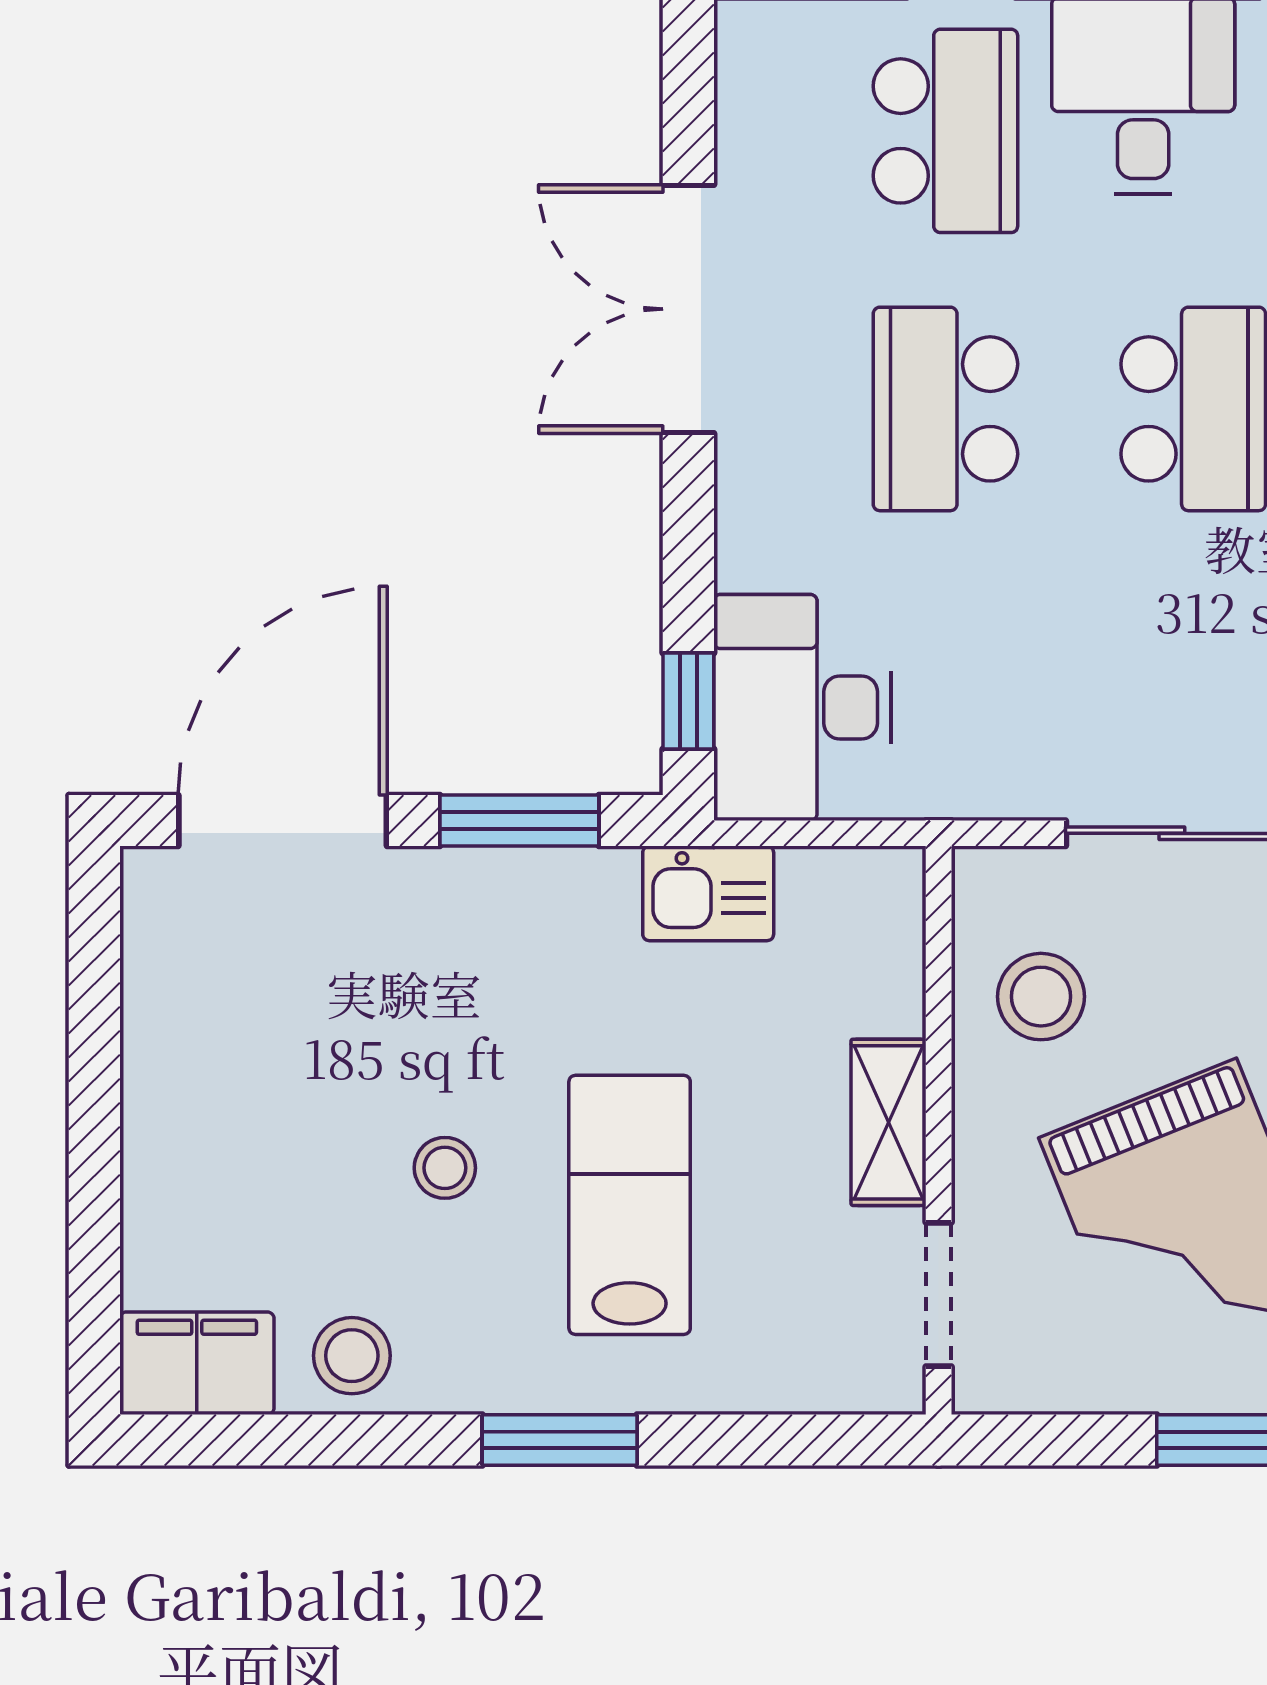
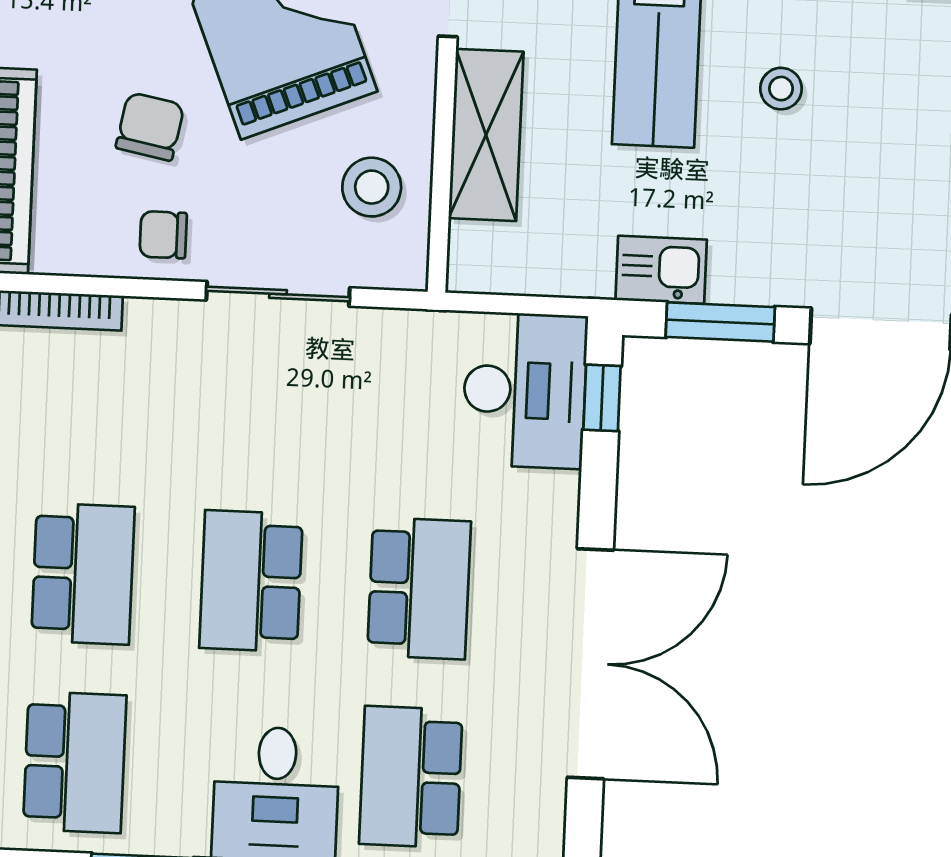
double door: (688, 309) -> (590, 664), width x1.36
kitchen sink: (708, 893) -> (661, 270), moved
shelving: (889, 1122) -> (486, 135), width x1.50, depth x1.33

